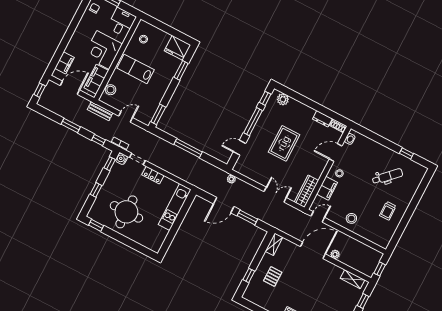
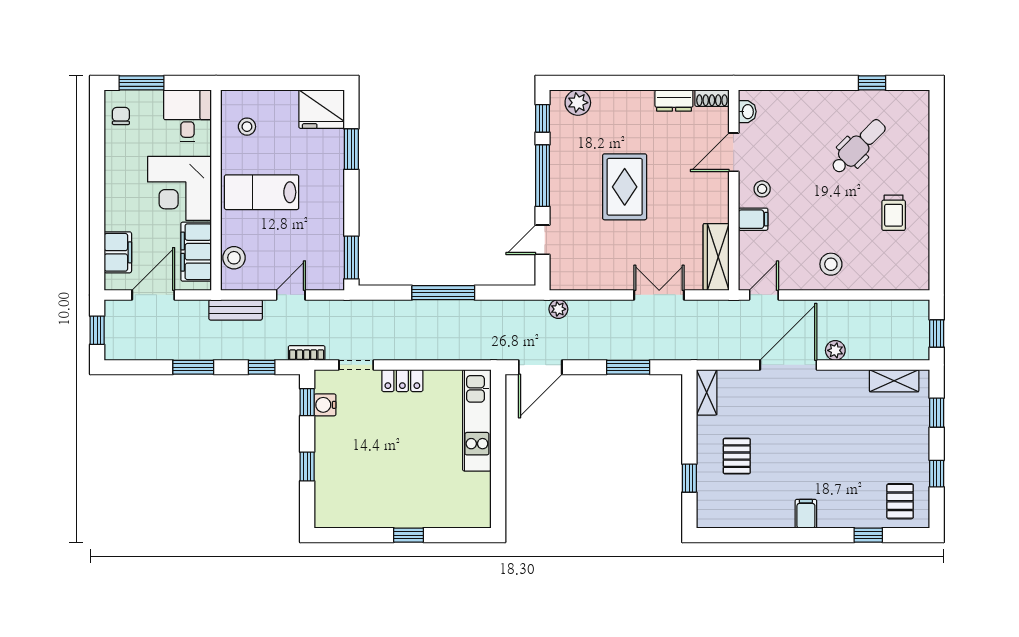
water cooler: (121, 159) -> (325, 405), moved
filing cabinet: (327, 188) -> (753, 219), width x0.50
door: (224, 205) -> (540, 367), moved
round table: (126, 212) -> (388, 478), removed
window: (96, 225) -> (409, 535), moved

